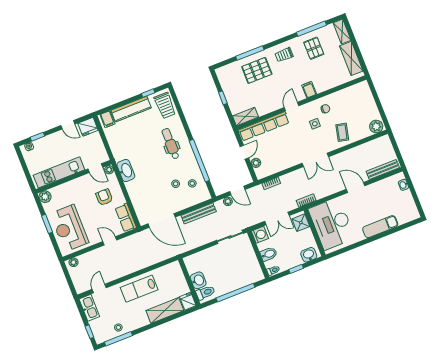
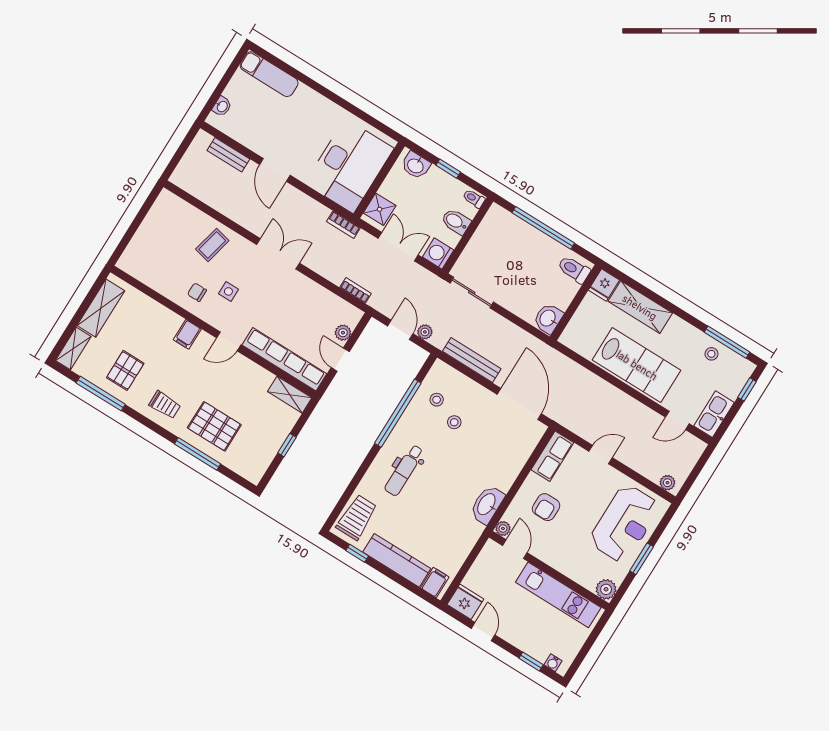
plant: (376, 127) -> (169, 204), removed
door: (244, 152) -> (340, 360), hinge flipped
bench: (383, 169) -> (228, 155), width x0.73
exam couch: (380, 227) -> (269, 74), moved
door: (110, 241) -> (601, 455), swing flipped
washbasin: (198, 280) -> (548, 318), moved
lab bench: (139, 289) -> (637, 365), width x1.36, depth x1.39

